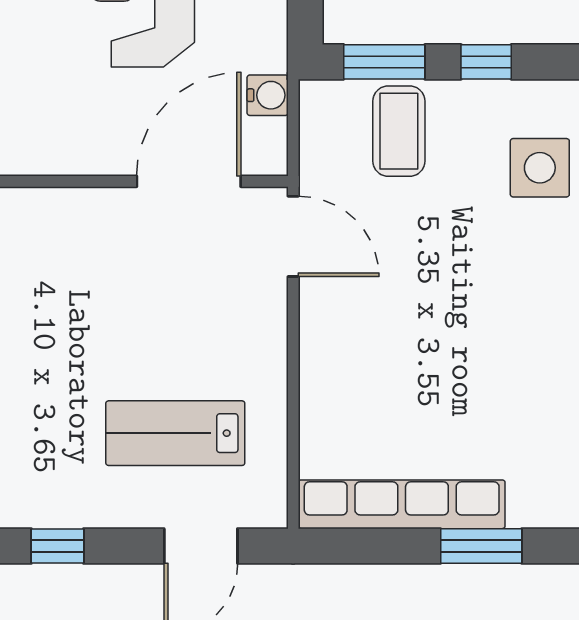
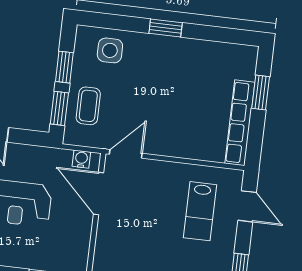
window: (486, 62) -> (64, 67), width x1.50
water cooler: (268, 95) -> (81, 159), moved
coffee table: (399, 131) -> (88, 106), turned 90

